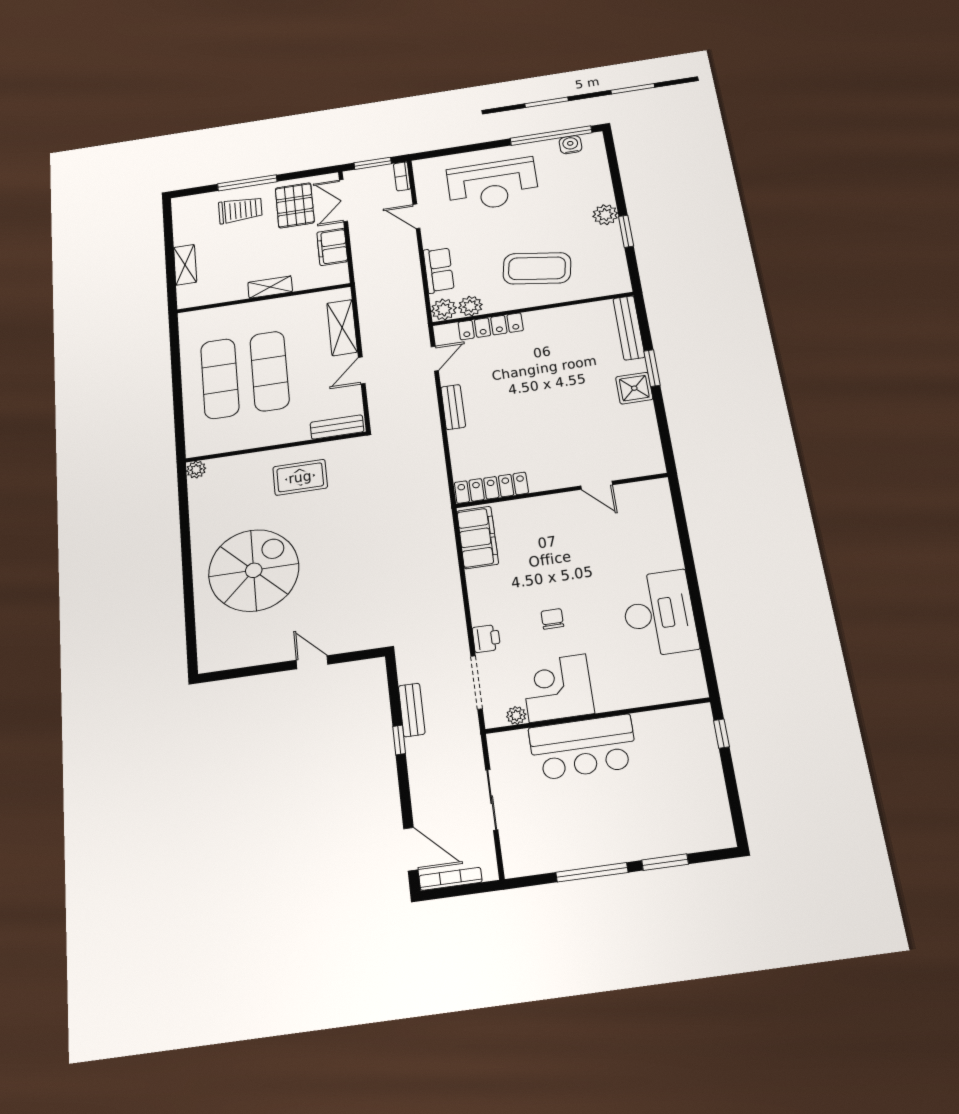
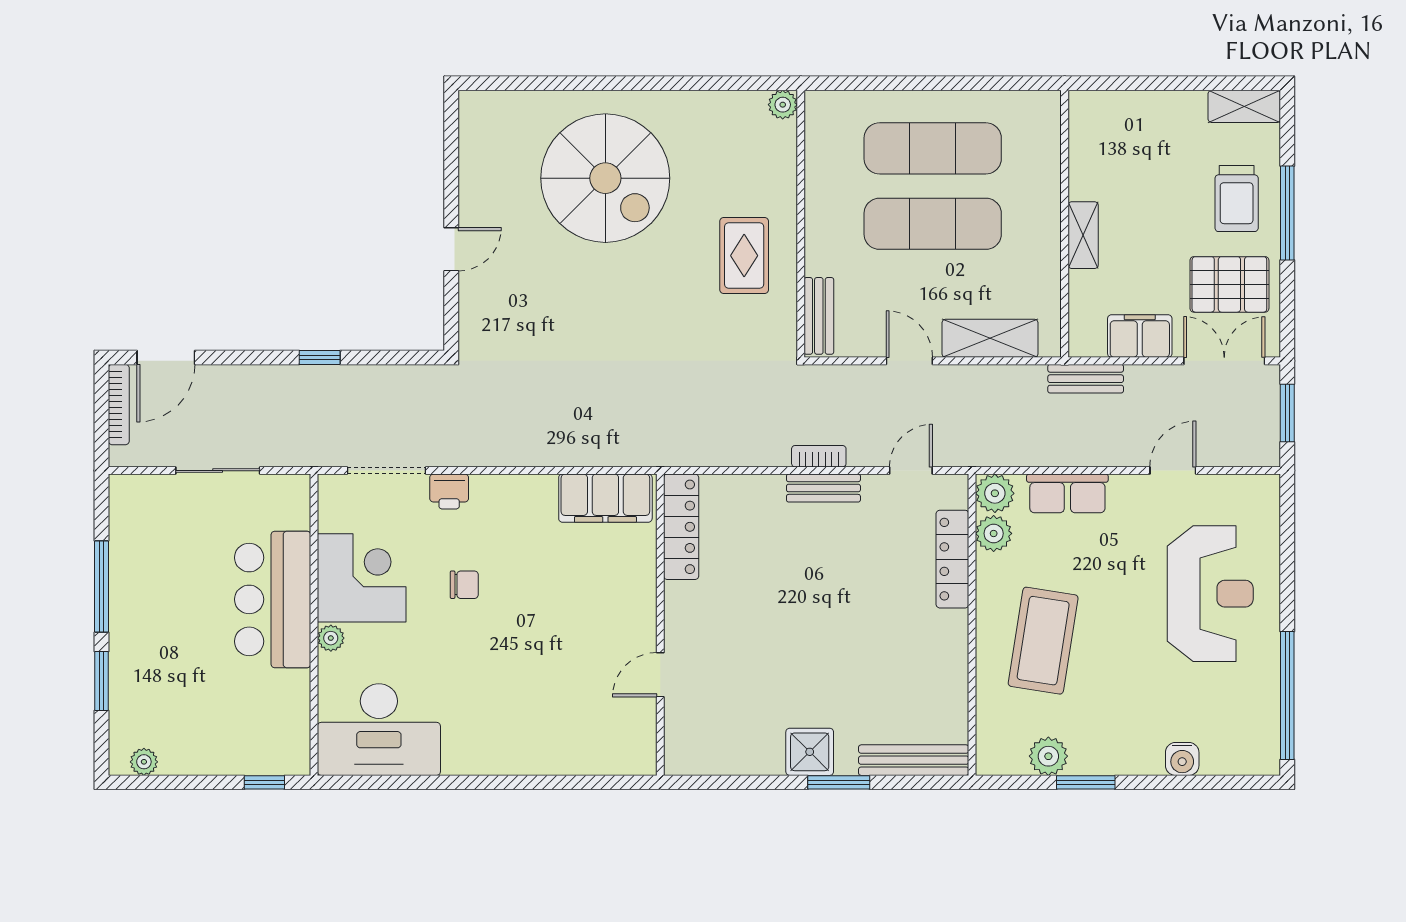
water cooler: (570, 145) -> (1182, 759), moved, turned 90
bookcase: (402, 176) -> (819, 456), moved
reception desk: (493, 185) -> (1210, 594), turned 180
plant: (605, 215) -> (1048, 756), moved
shelving: (185, 265) -> (1244, 106), moved
door: (435, 359) -> (911, 471), swing flipped
desk: (659, 613) -> (379, 730), moved
bench: (412, 710) -> (1086, 379), moved
plant: (516, 715) -> (331, 638), moved
plant: (722, 822) -> (144, 762), added

